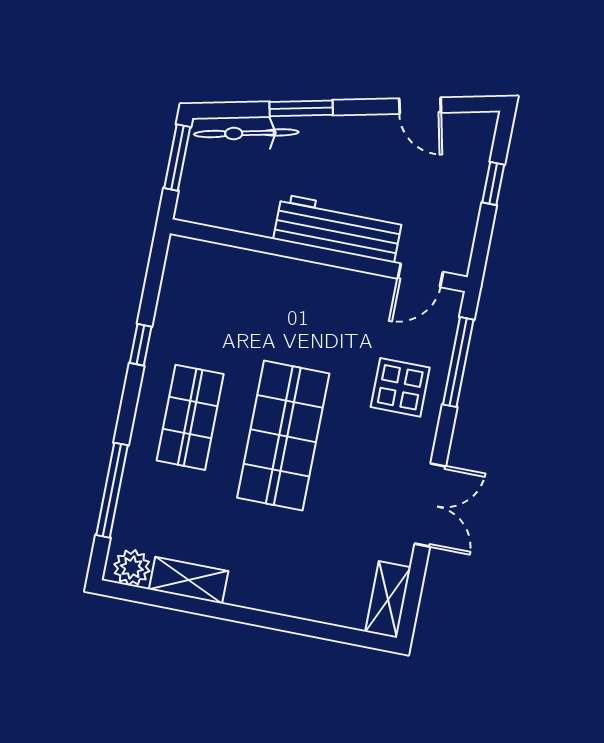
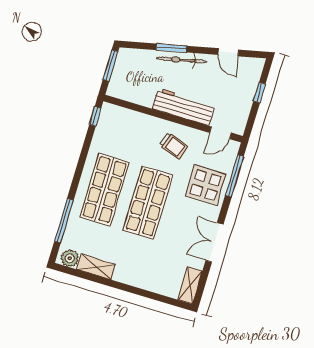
bicycle: (246, 133) -> (182, 60), moved
trolley: (326, 311) -> (174, 146), added
window: (141, 345) -> (95, 116), moved
display table: (400, 387) -> (206, 185), width x1.36, depth x1.36
shop shelf: (190, 417) -> (105, 190), width x1.43, depth x1.36
double door: (430, 505) -> (214, 242), swing flipped

